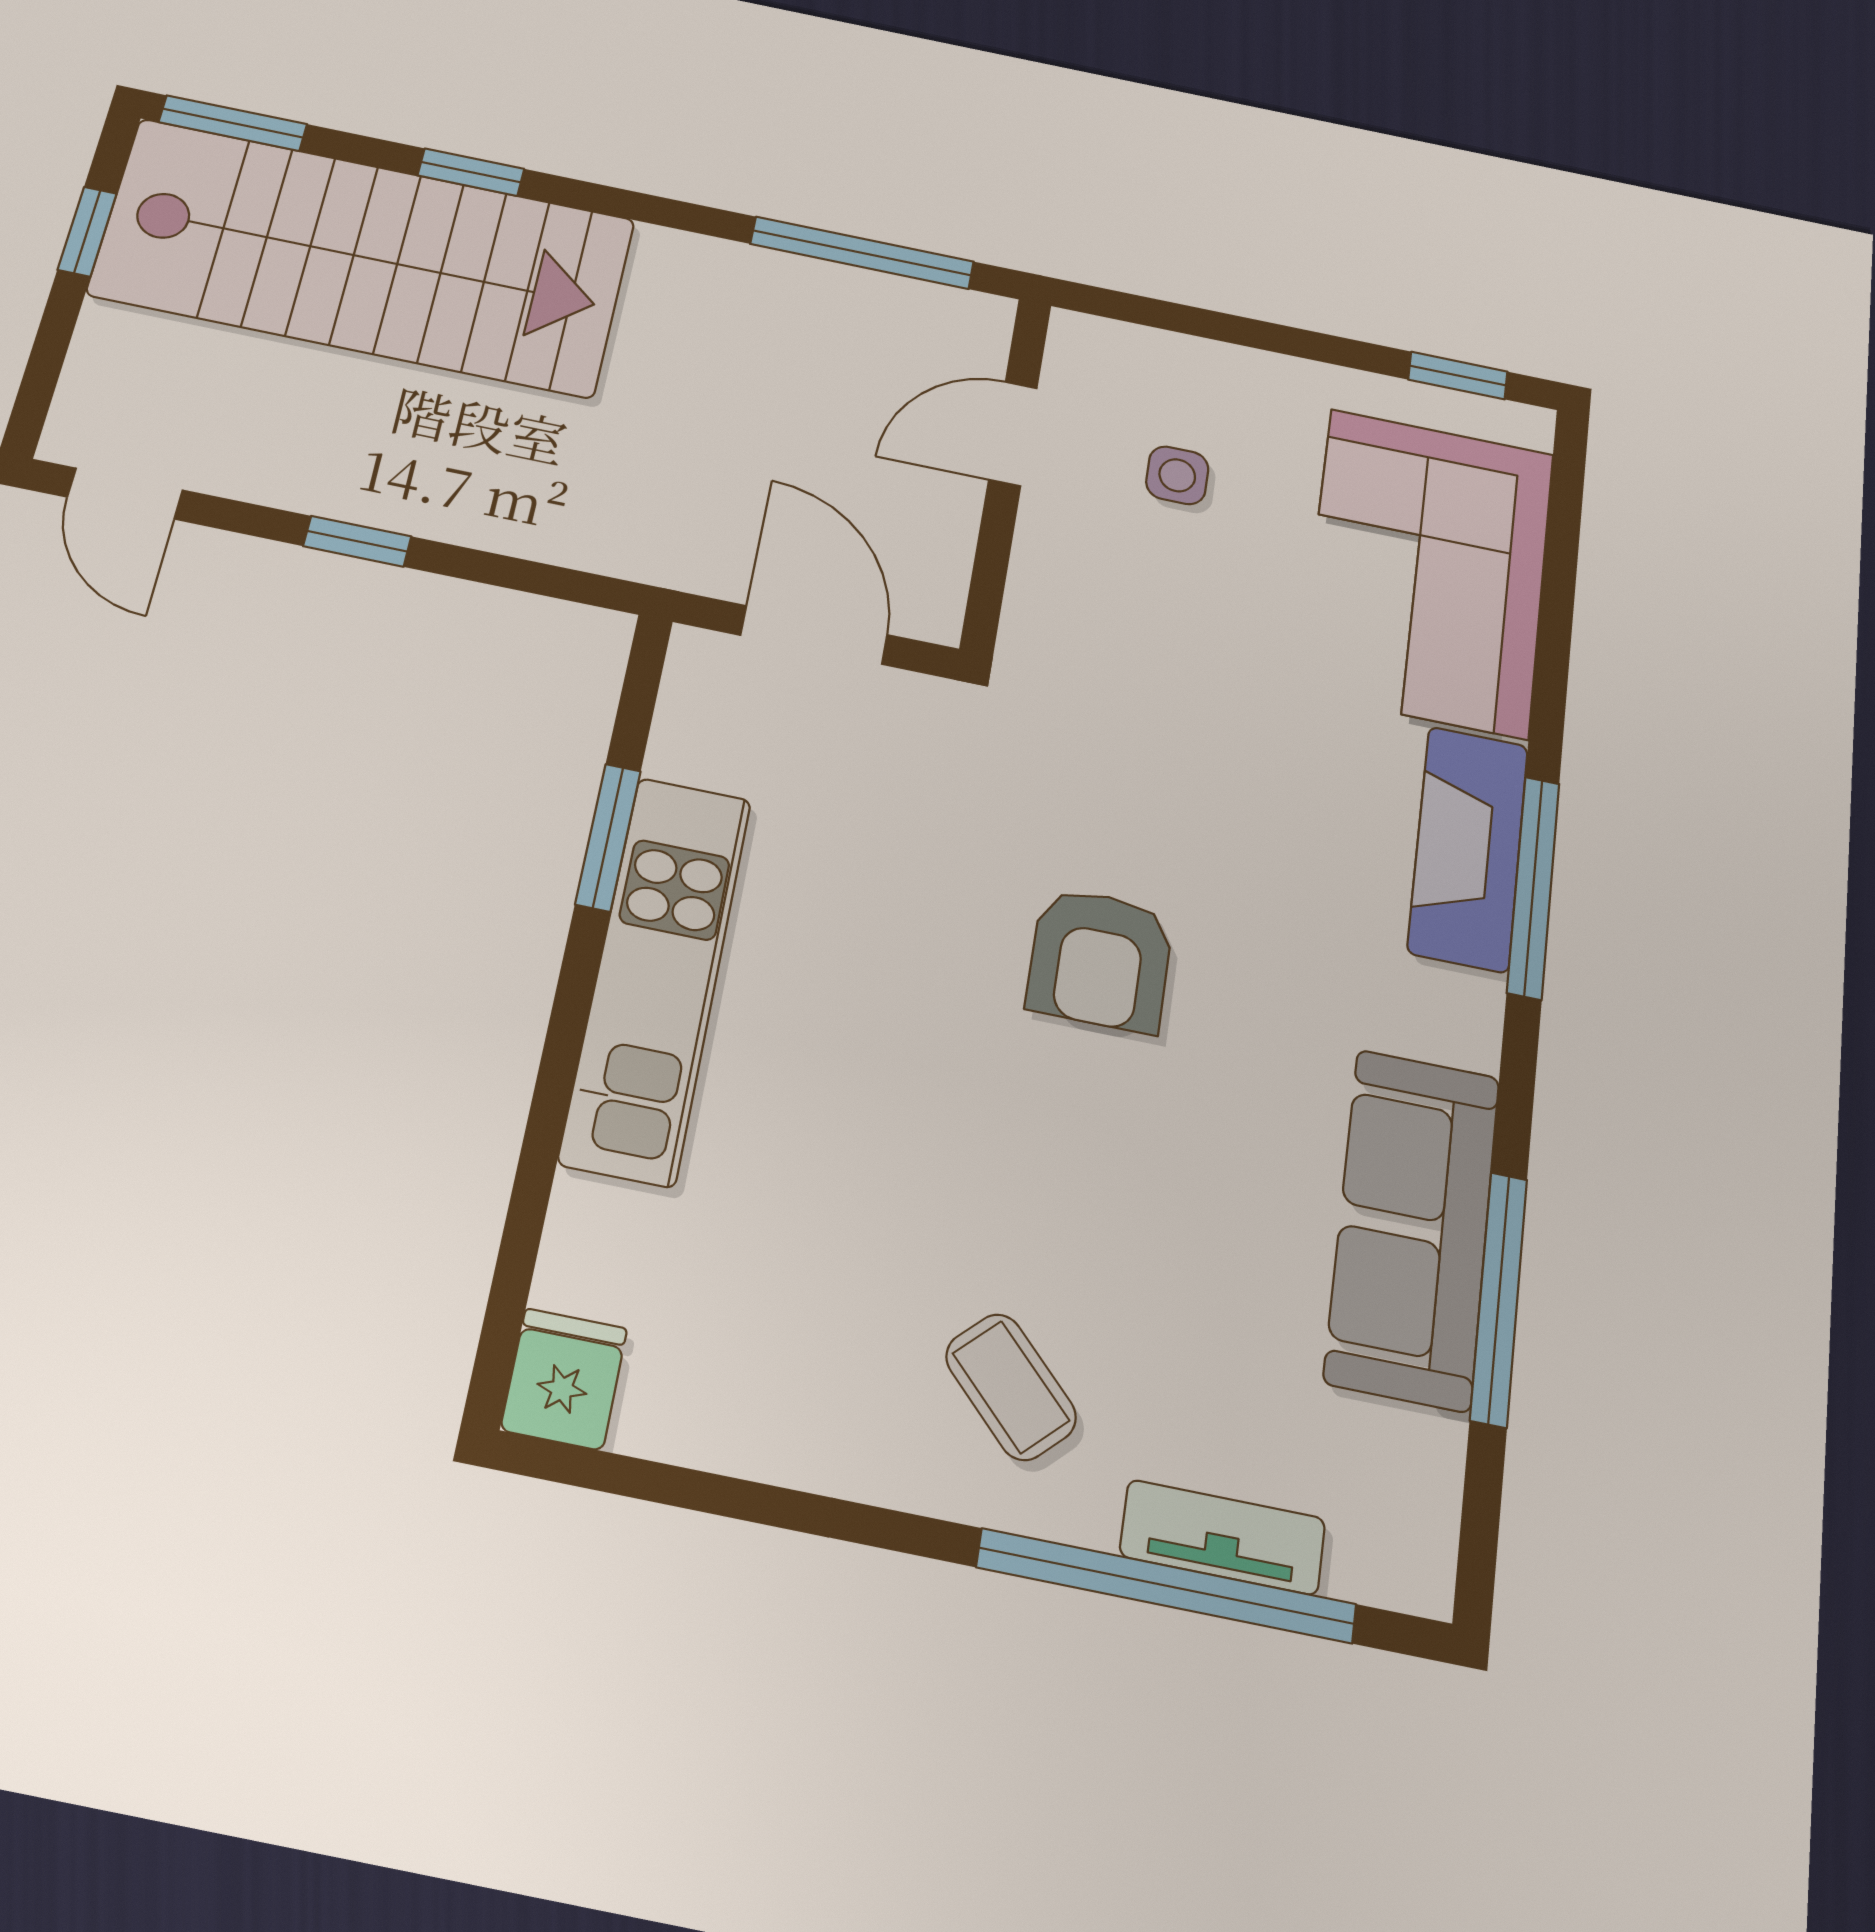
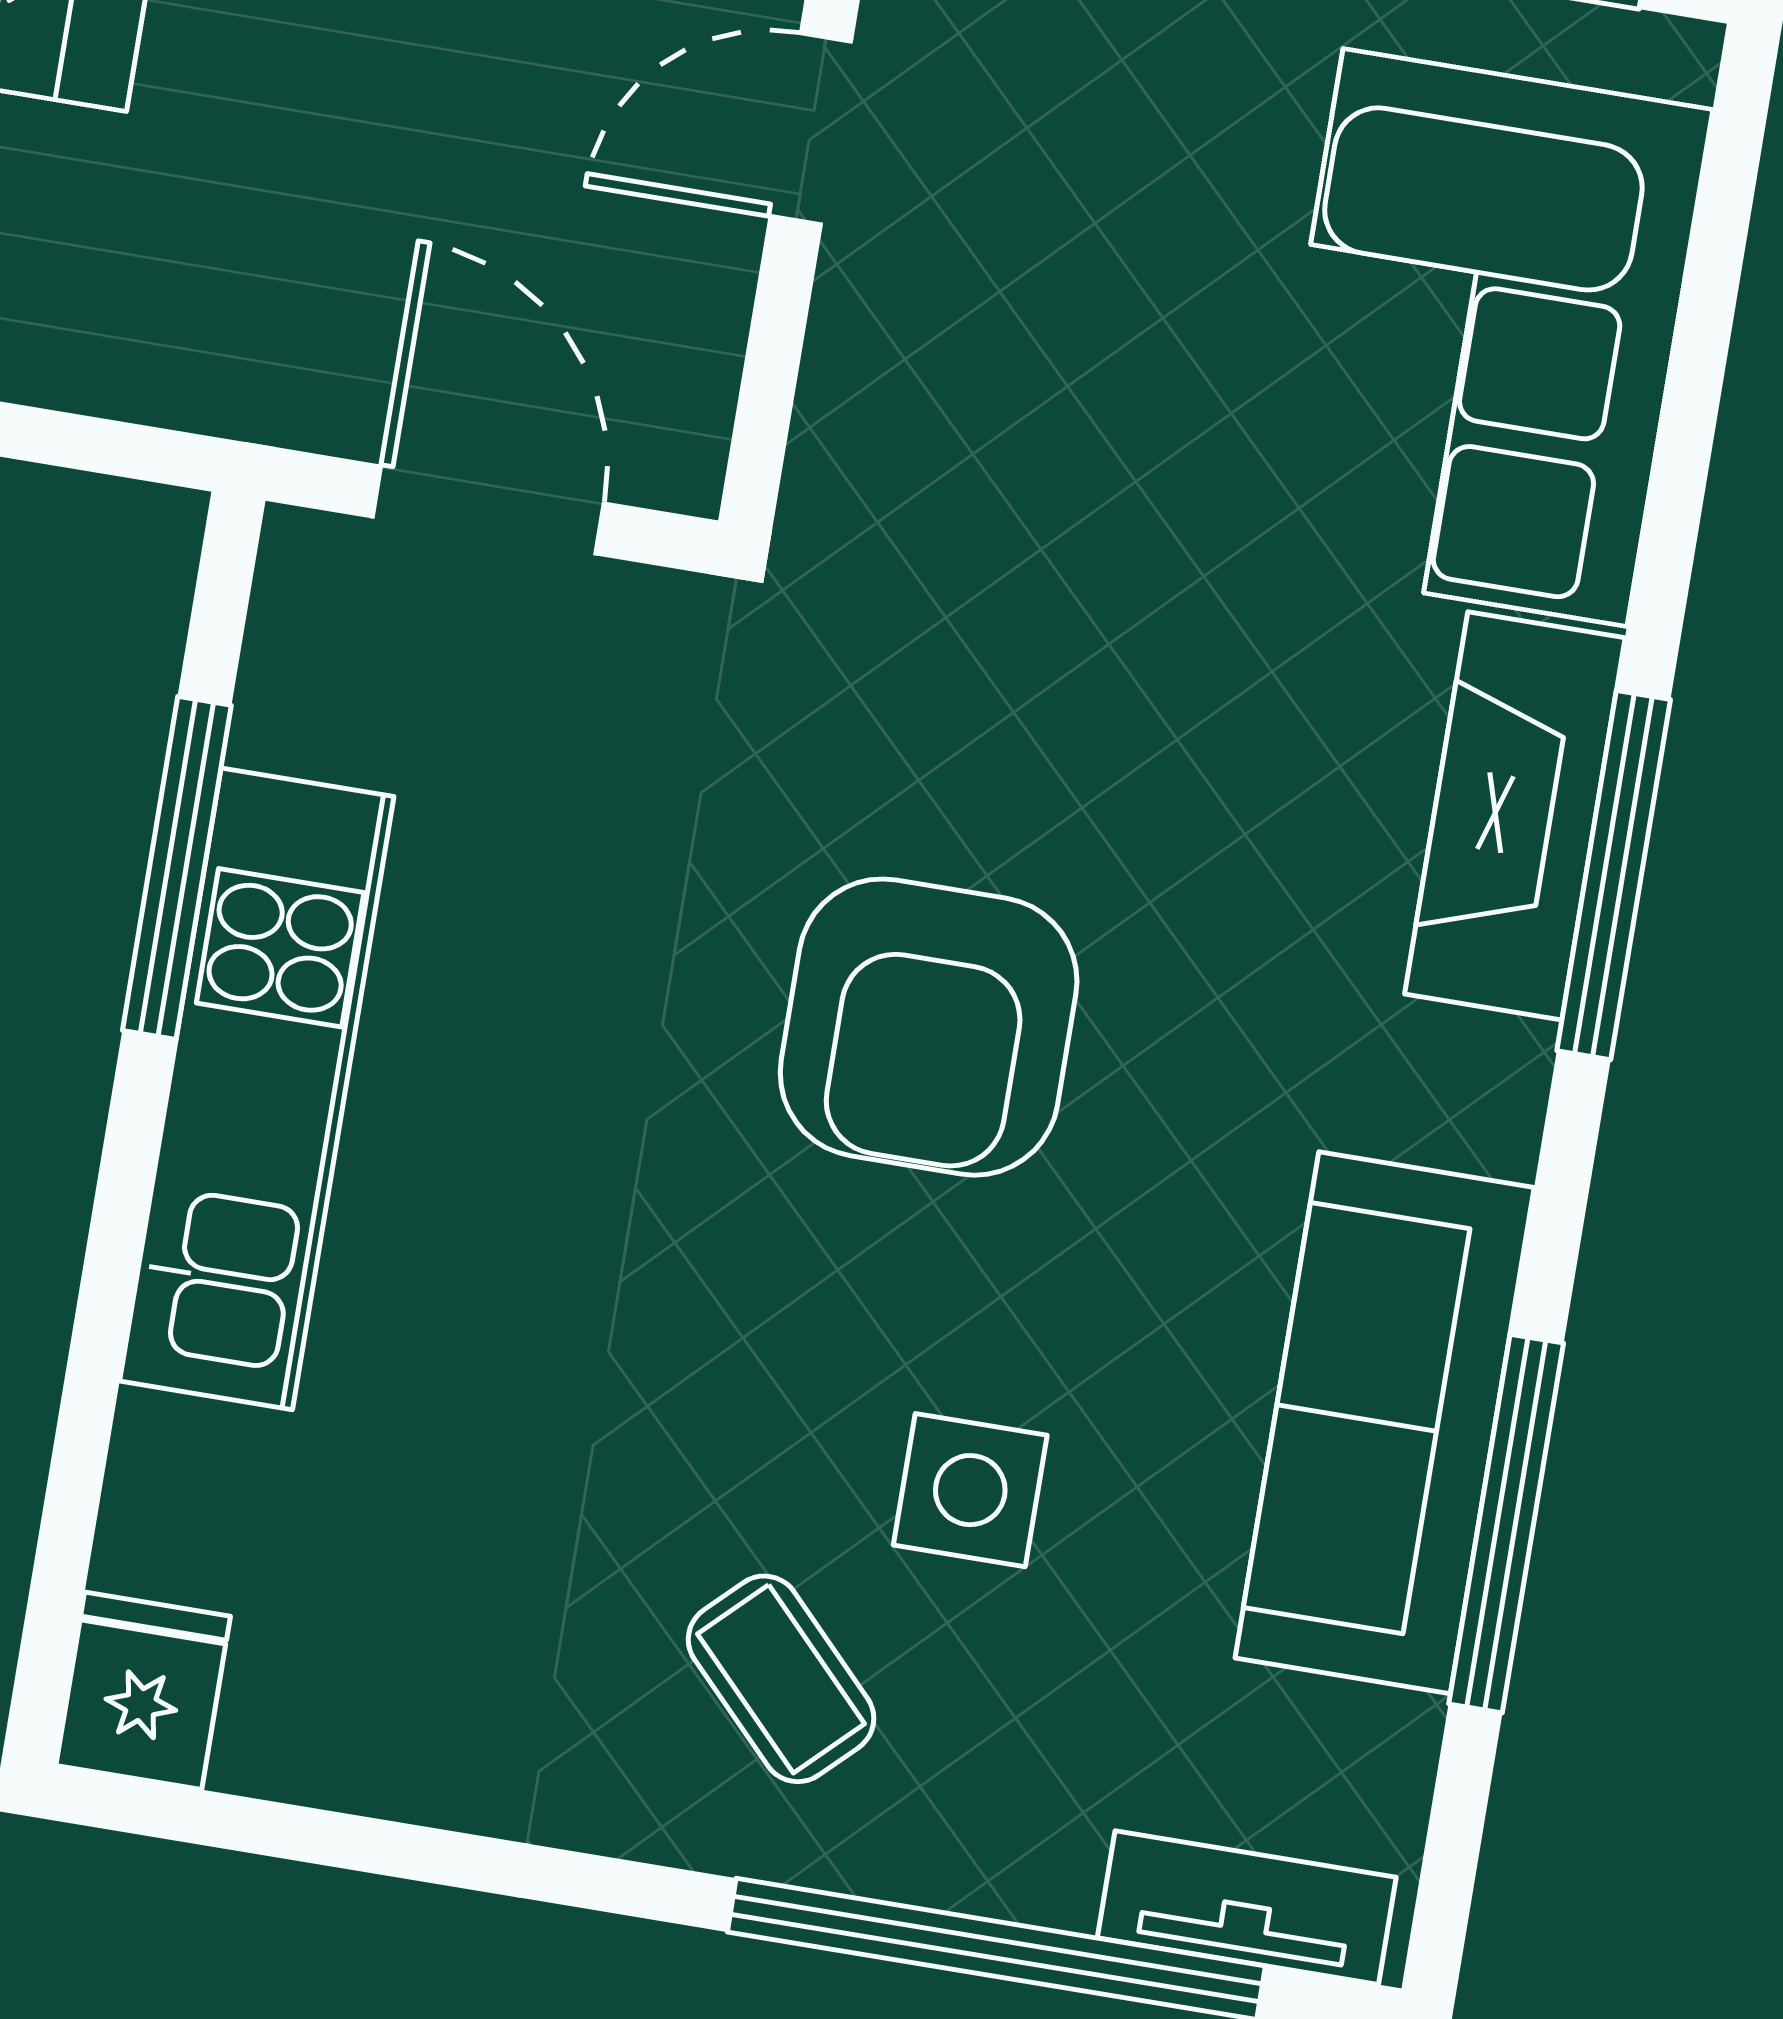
side table: (1177, 475) -> (970, 1490), moved, width x1.37, depth x1.37
window: (608, 837) -> (177, 868), width x1.44
armchair: (1100, 959) -> (929, 1027), width x1.36, depth x1.36
tv unit: (1223, 1537) -> (1247, 1908), moved

